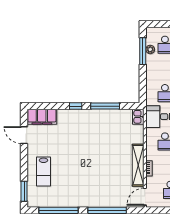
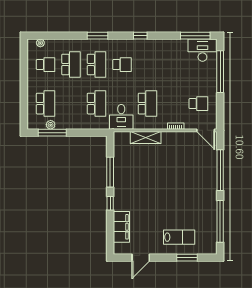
filing cabinet: (42, 117) -> (121, 227), moved
kitchen sink: (138, 117) -> (121, 137), removed
shelving: (138, 165) -> (146, 138), moved, width x0.68
window: (24, 191) -> (187, 258), moved

